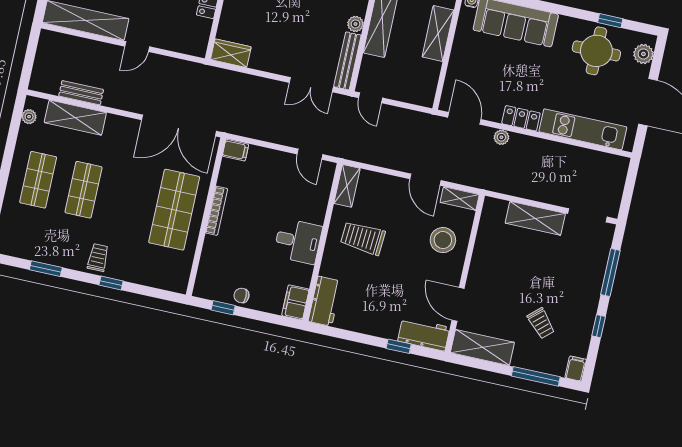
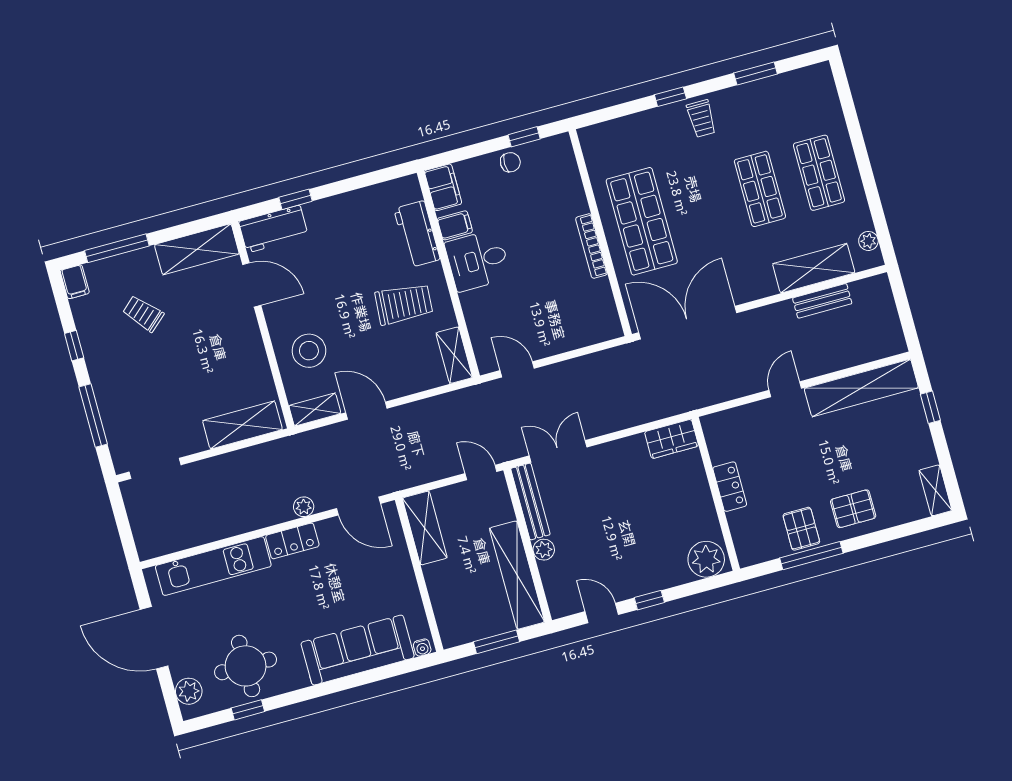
shelving: (438, 33) -> (425, 528), moved
filing cabinet: (235, 150) -> (455, 225), moved, turned 180
shelving: (535, 218) -> (242, 425), moved
workbench: (325, 301) -> (417, 234), moved

